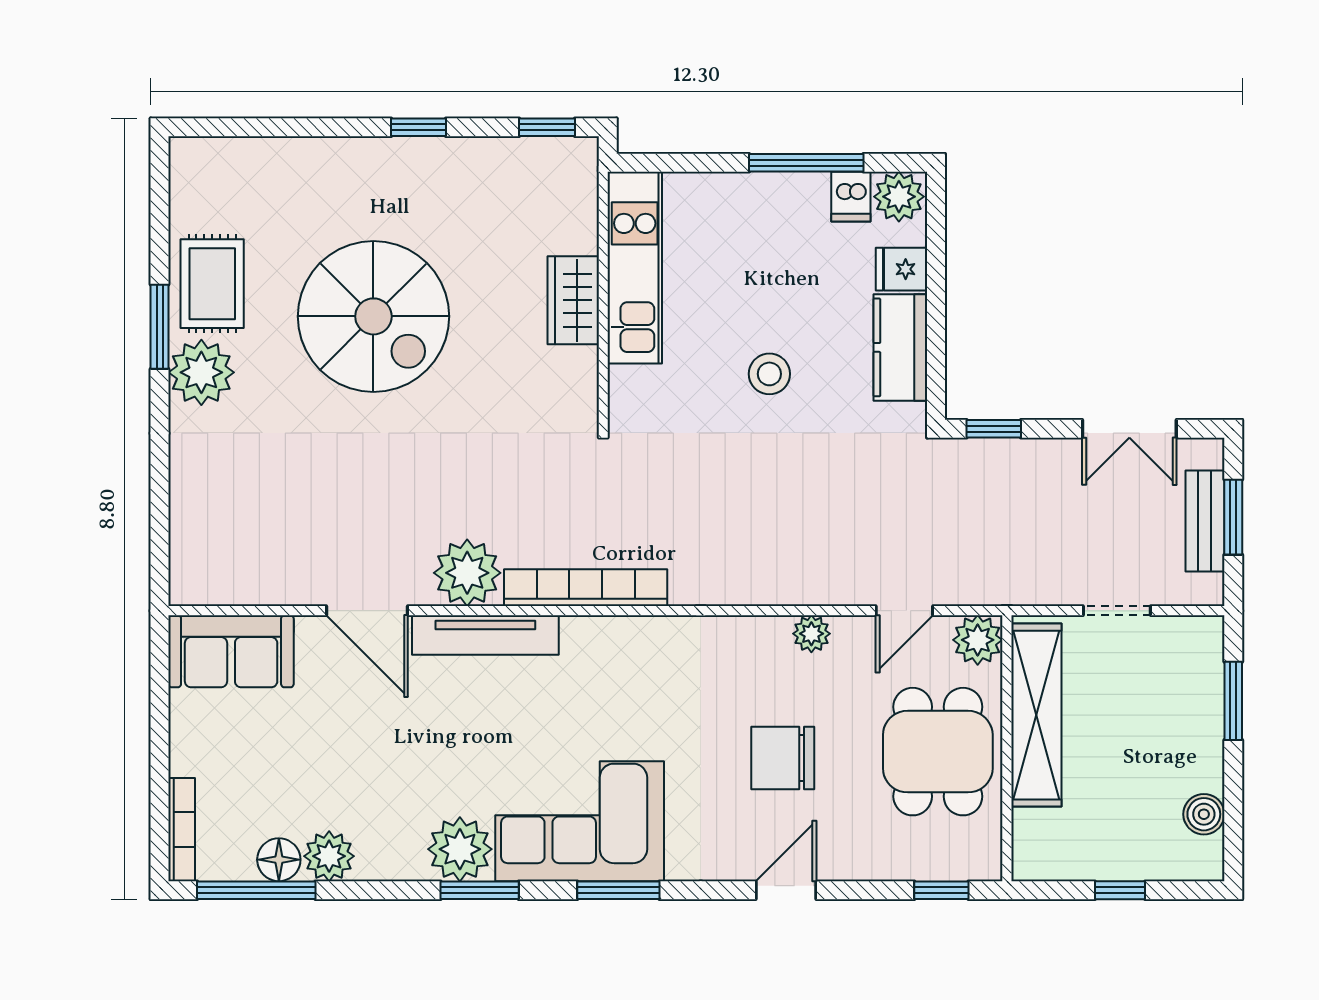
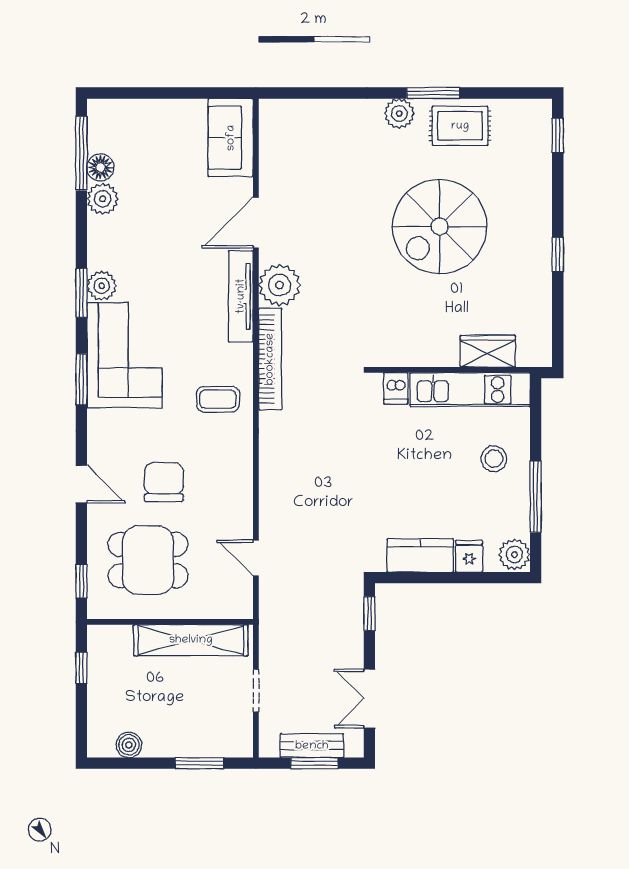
window: (547, 127) -> (558, 135), moved
dishwasher: (851, 197) -> (396, 388), moved, turned -90
wardrobe: (573, 300) -> (488, 351), moved
plant: (201, 372) -> (399, 114), width x0.73, depth x0.73
stool: (769, 374) -> (494, 459), moved
plant: (811, 634) -> (242, 500), removed
plant: (978, 640) -> (238, 604), removed
coffee table: (650, 672) -> (218, 399), added
dining table: (938, 752) -> (148, 560), moved
bookcase: (182, 830) -> (119, 107), removed
plant: (460, 849) -> (102, 286), width x0.73, depth x0.73
window: (1120, 890) -> (81, 668), moved

